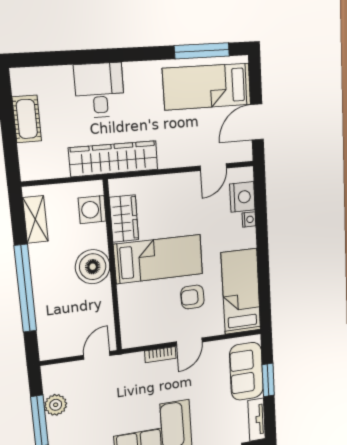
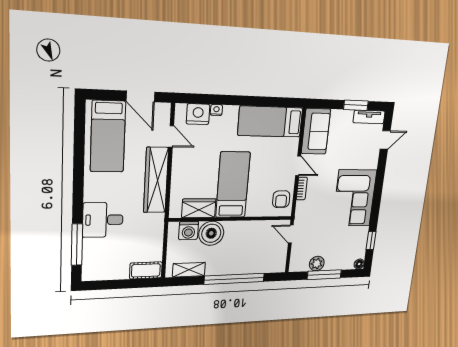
window: (202, 51) -> (77, 245), moved
cot: (27, 119) -> (146, 270), moved
wardrobe: (114, 159) -> (156, 180), moved
boiler: (93, 267) -> (211, 233), moved
armchair: (192, 297) -> (281, 199), moved
sofa: (246, 371) -> (316, 131), moved, turned -90
window: (268, 380) -> (356, 105), moved

